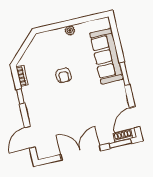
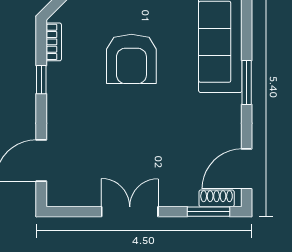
armchair: (63, 75) -> (131, 59), width x1.88, depth x1.88
double door: (81, 153) -> (130, 212), width x0.73

